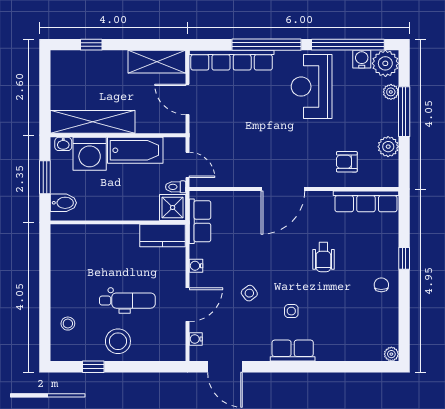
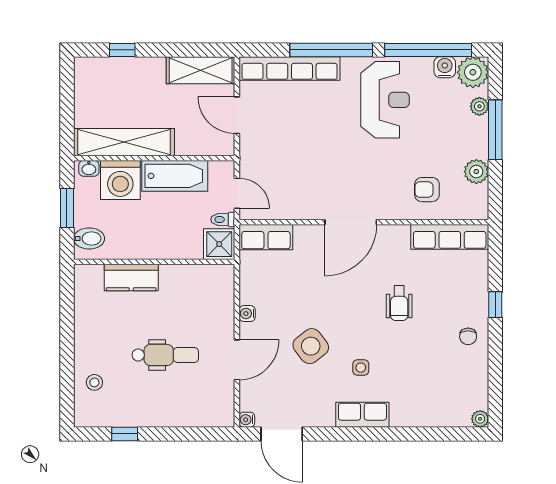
reception desk: (312, 87) -> (385, 100), turned 180
row of seats: (200, 221) -> (266, 237), moved, turned 90
kitchen counter: (162, 236) -> (131, 277), moved
chair: (381, 285) -> (468, 336), turned 180
side table: (249, 293) -> (311, 346), width x1.87, depth x1.87
water cooler: (196, 339) -> (247, 420), moved
stool: (118, 341) -> (154, 404), removed

